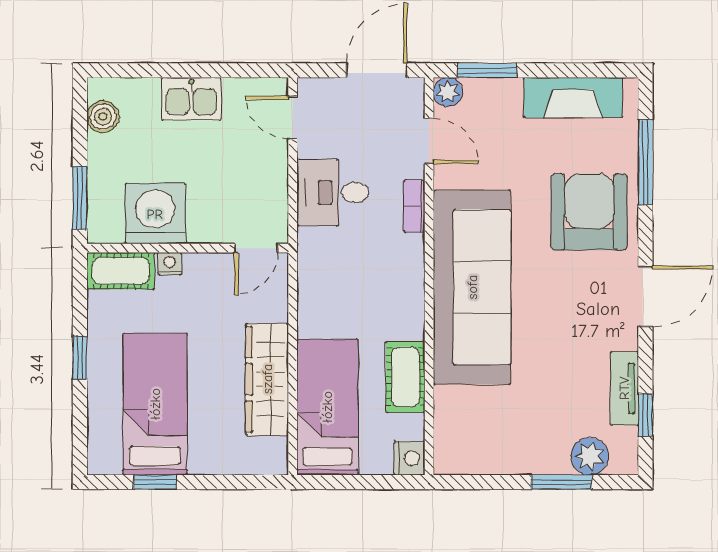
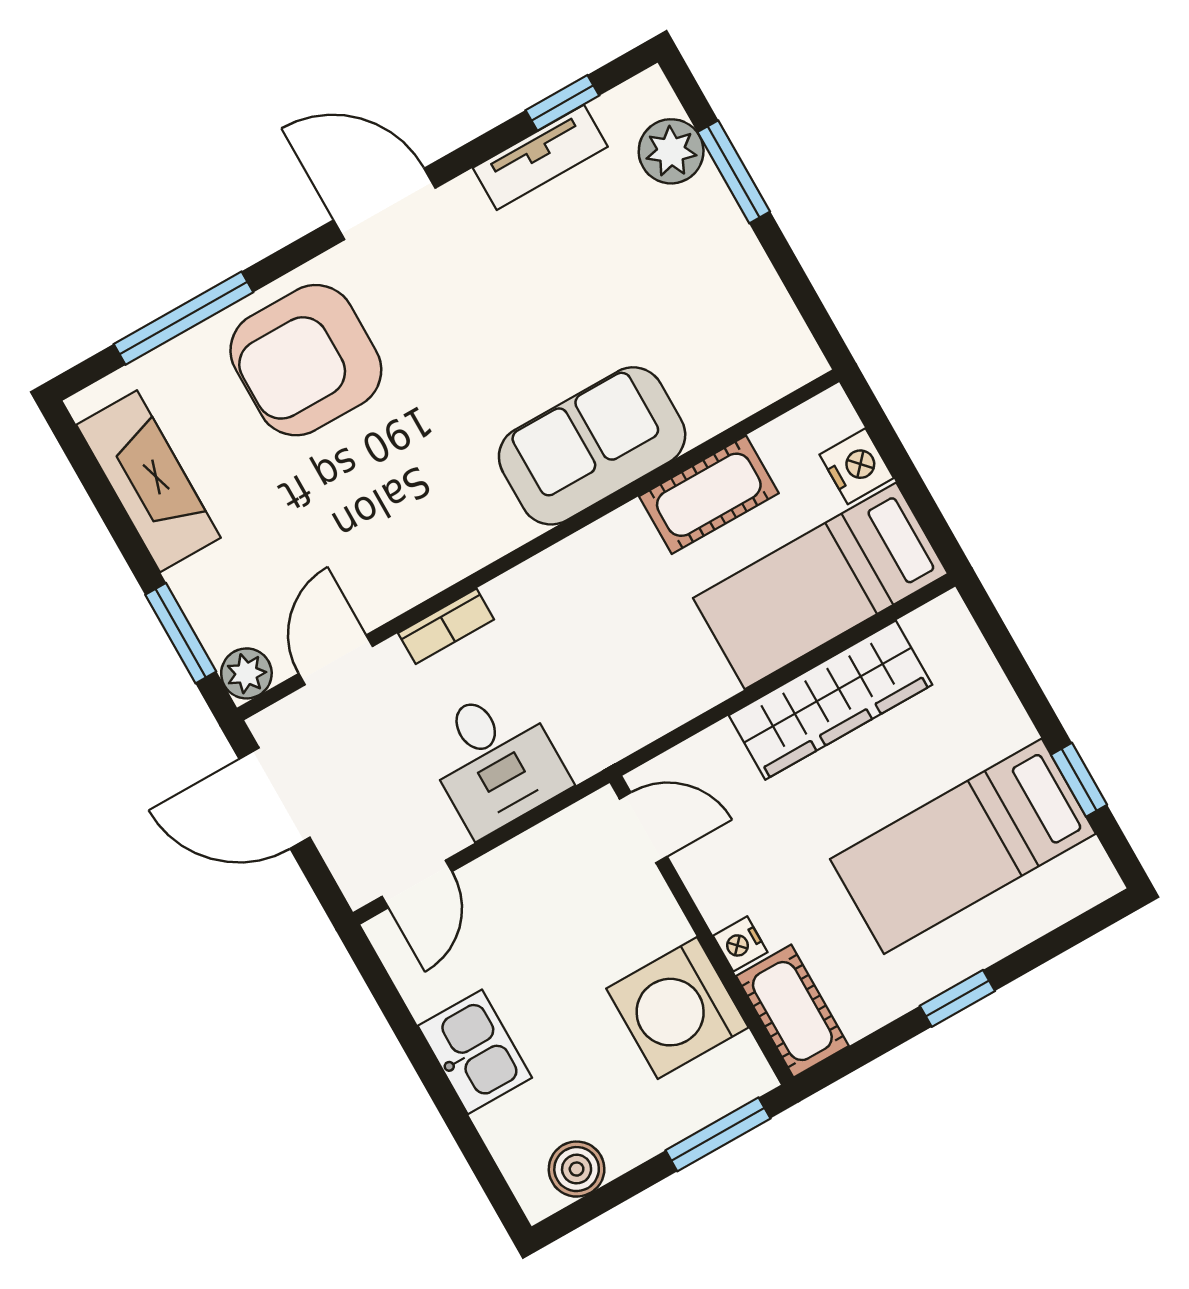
sofa: (472, 287) -> (592, 446), width x0.54, depth x0.79
nightstand: (410, 458) -> (857, 466), moved, turned 90

